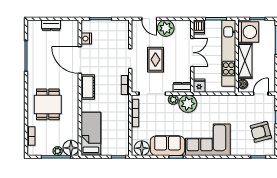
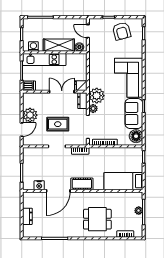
washing machine: (248, 32) -> (33, 47), width x0.53, depth x0.53
double door: (192, 53) -> (62, 92), moved
kitchen unit: (229, 53) -> (44, 59), width x0.73
floor lamp: (71, 148) -> (136, 199), removed

